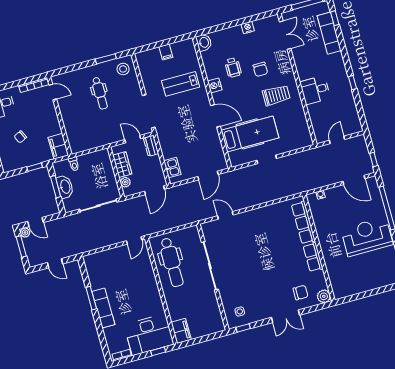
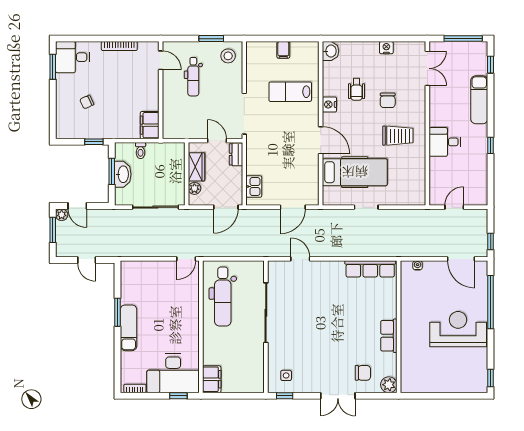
exam couch: (329, 33) -> (479, 100), moved
door: (53, 92) -> (161, 60), moved
wall: (59, 116) -> (161, 90), moved
filing cabinet: (58, 146) -> (150, 125), moved
row of seats: (303, 223) -> (370, 269), moved, turned -90

